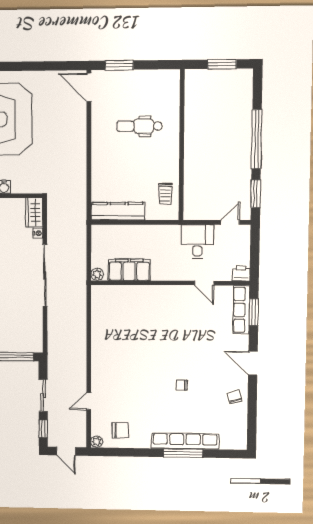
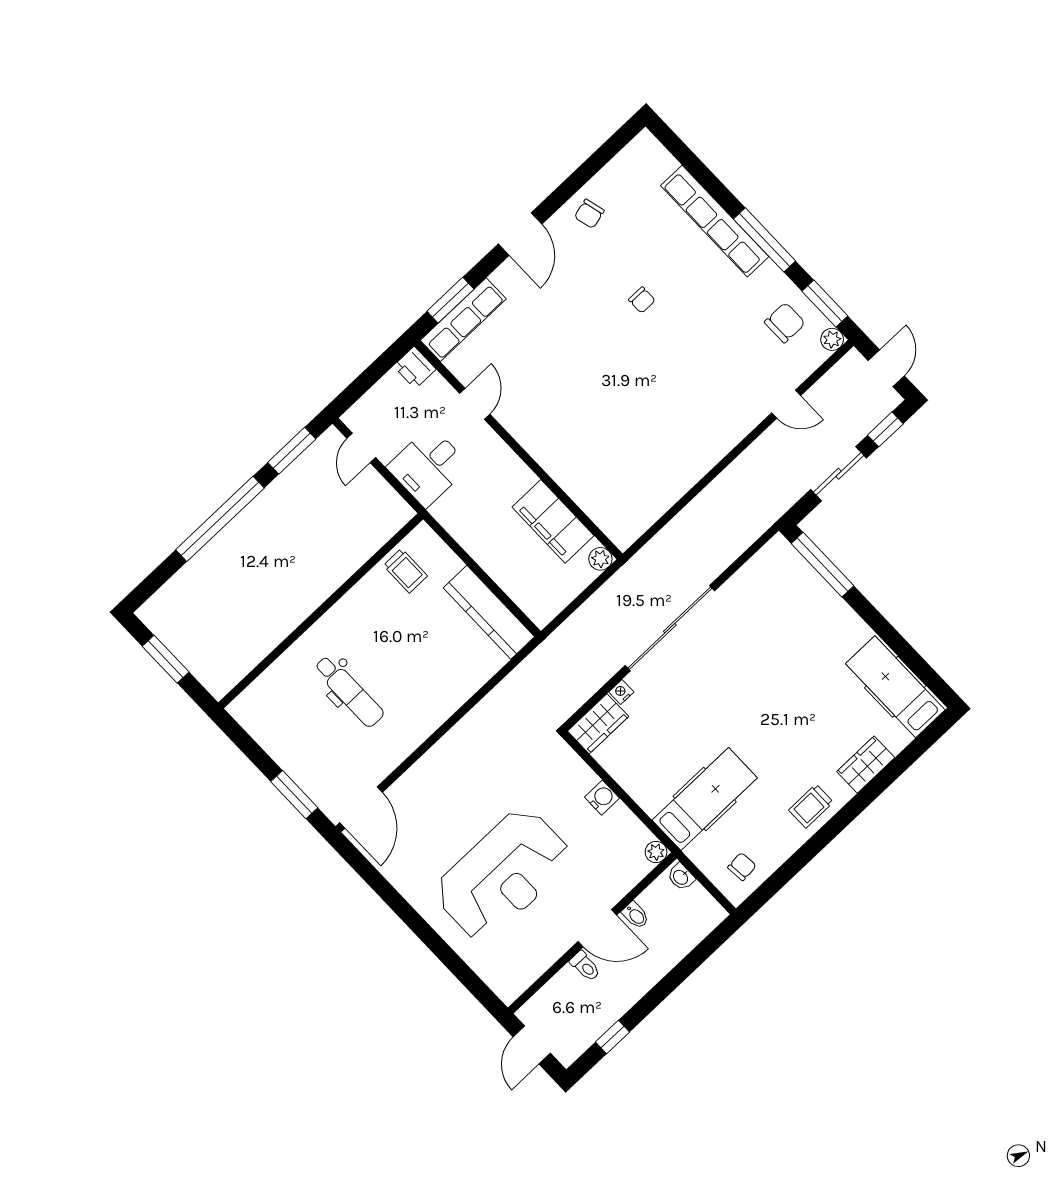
trolley: (165, 194) -> (405, 571), turned 90
door: (230, 222) -> (361, 448), hinge flipped
chair: (120, 430) -> (785, 323), turned 90
window: (113, 452) -> (825, 304), added
window: (183, 453) -> (765, 240), moved

